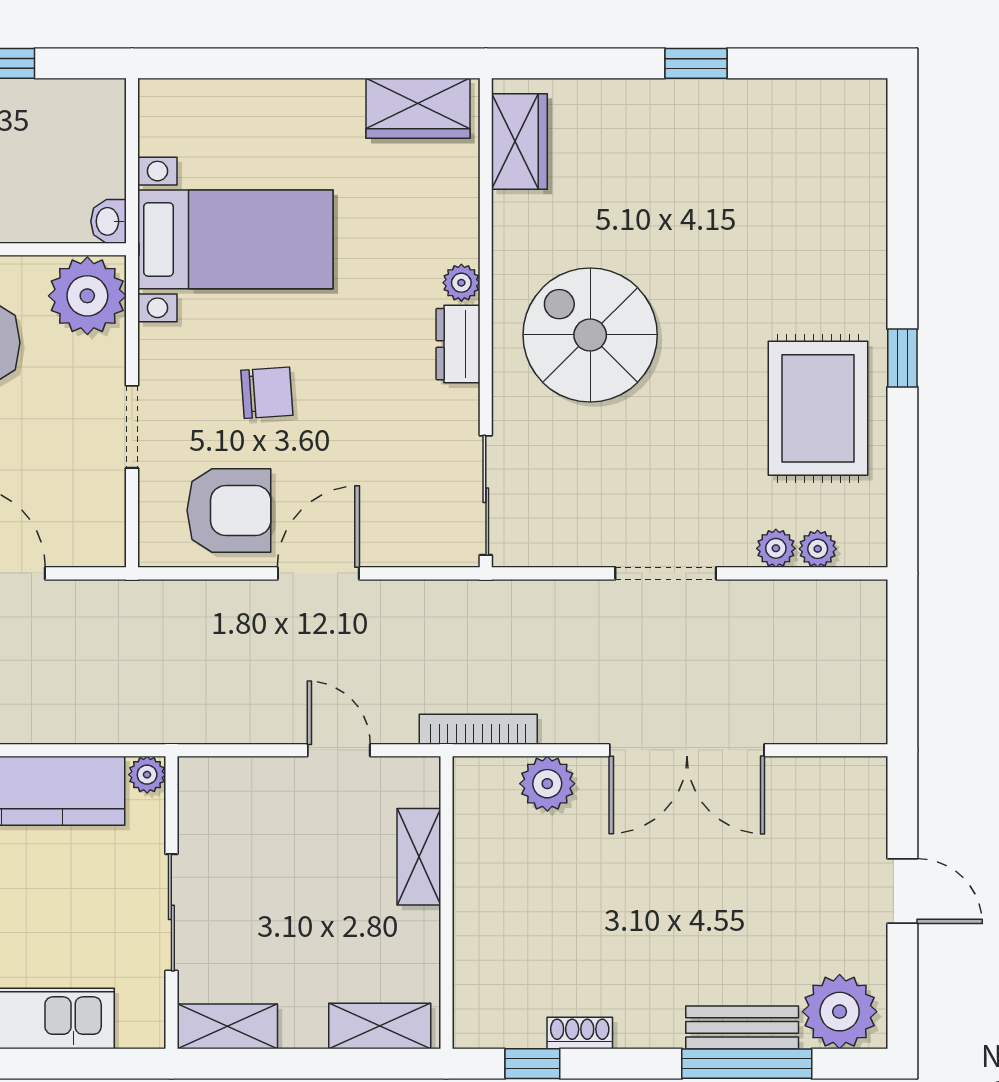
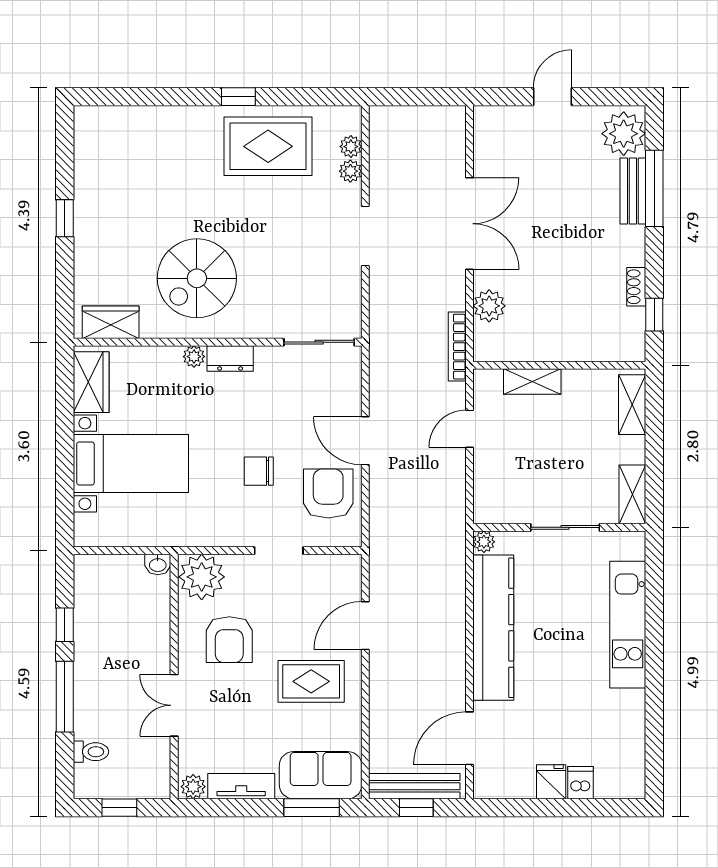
bed with nightstands: (235, 239) -> (131, 463), moved, turned 90
spiral stairs: (590, 335) -> (197, 278), moved
chair: (267, 393) -> (259, 471), turned -86

